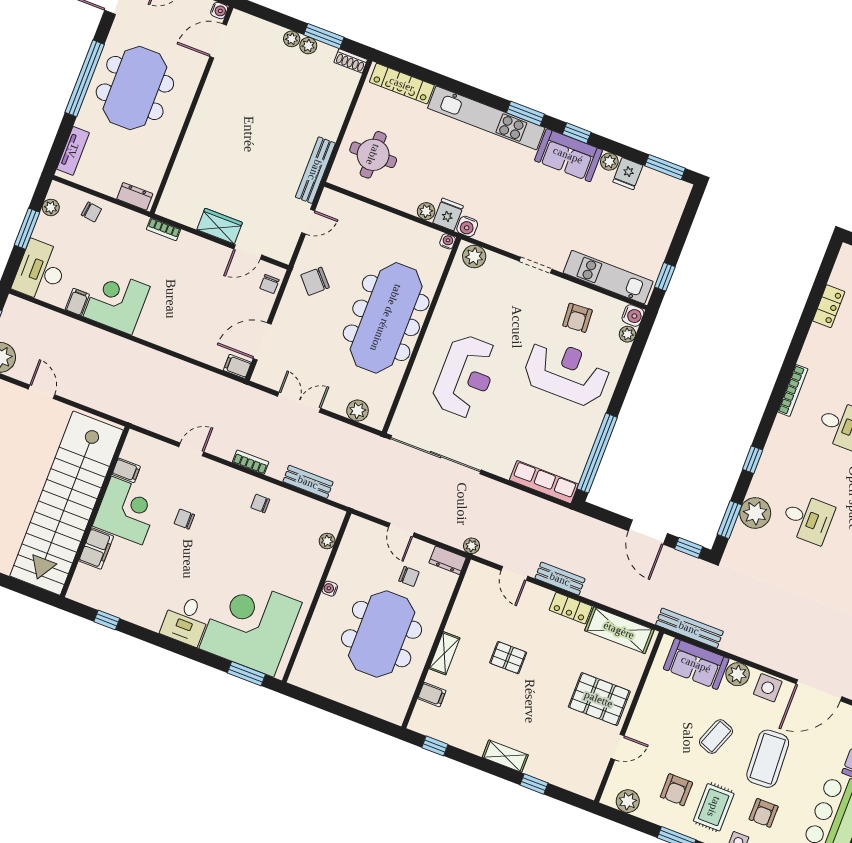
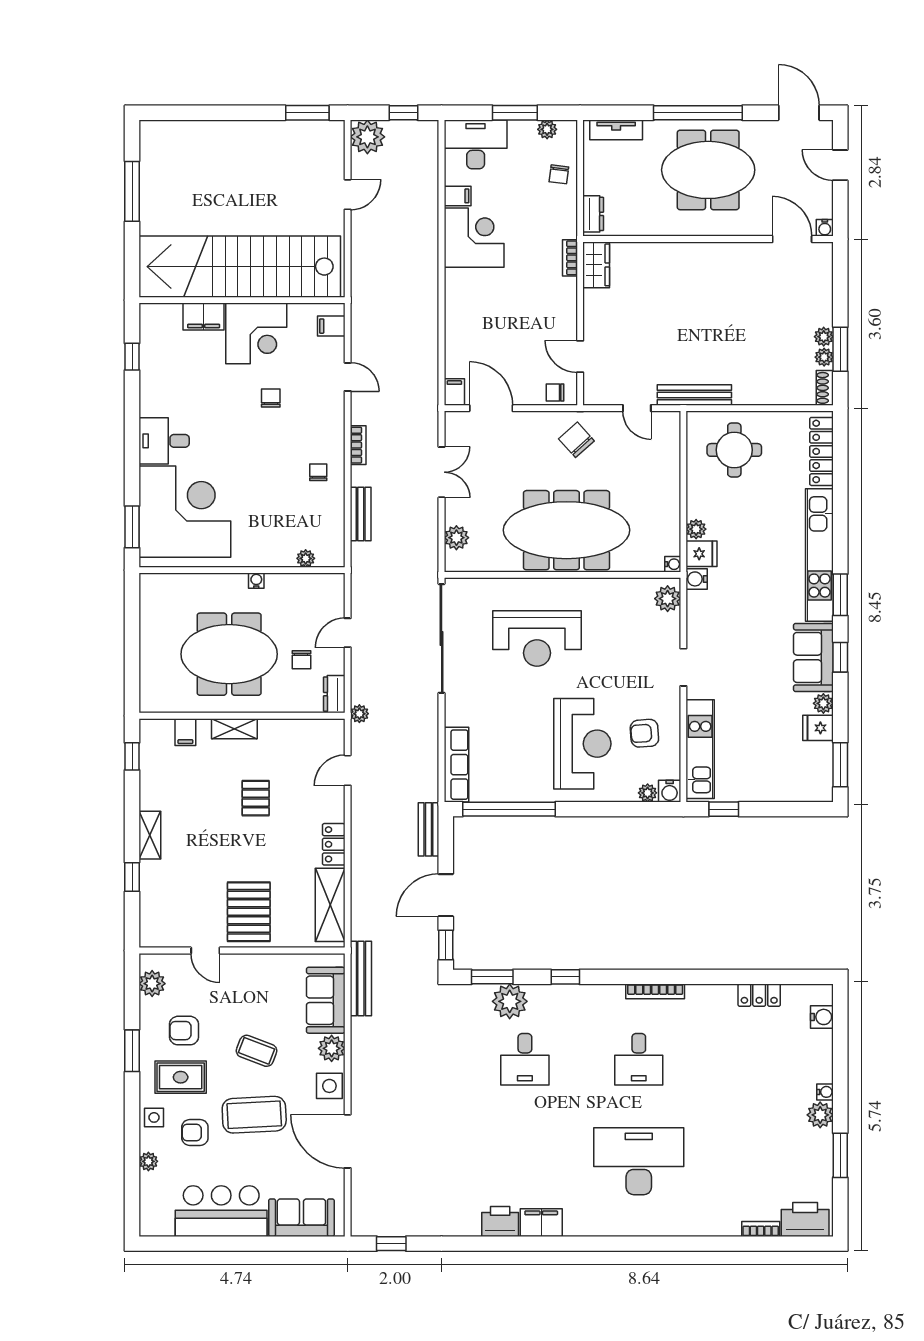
plant: (292, 39) -> (824, 357), moved
wardrobe: (220, 226) -> (596, 265), moved
filing cabinet: (126, 470) -> (331, 326), moved, turned 90
bench: (560, 579) -> (428, 829), moved

